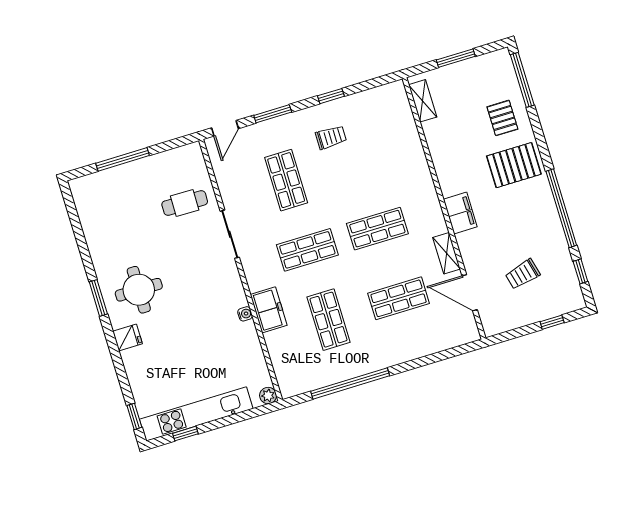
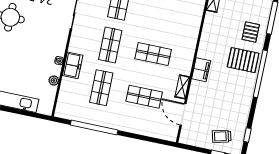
window: (561, 208) -> (260, 74), moved
shop shelf: (307, 250) -> (110, 45), turned 90
trolley: (523, 274) -> (222, 136), moved
plant: (268, 396) -> (54, 80), moved

